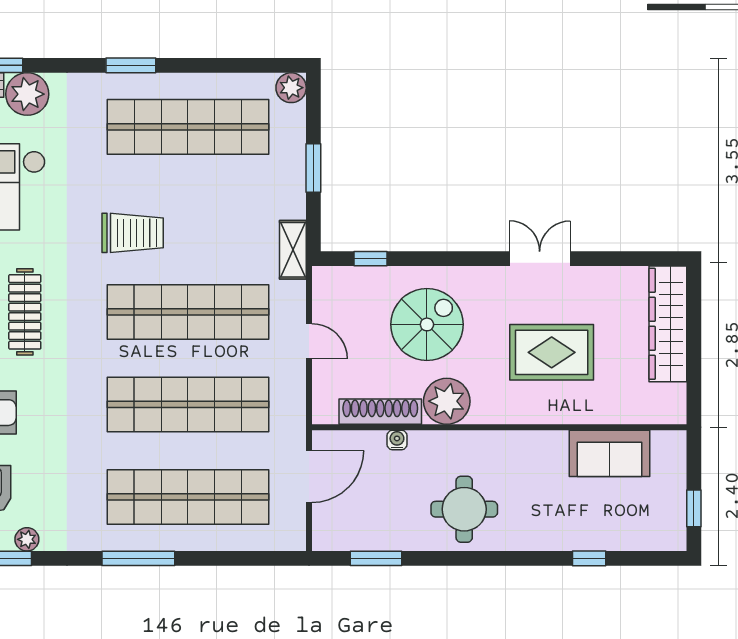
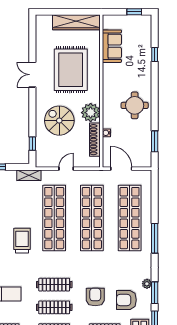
wardrobe: (668, 324) -> (76, 22), moved
rug: (552, 352) -> (71, 70), width x1.37, depth x1.44

